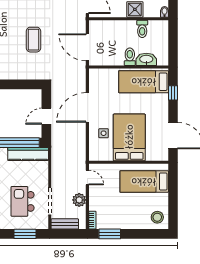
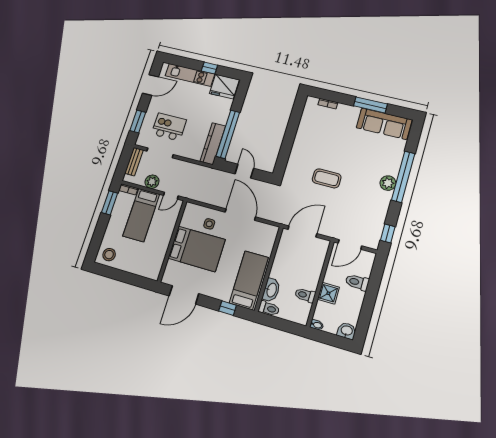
toilet: (130, 57) -> (269, 309), moved
bed: (144, 182) -> (141, 215), moved, turned 180

